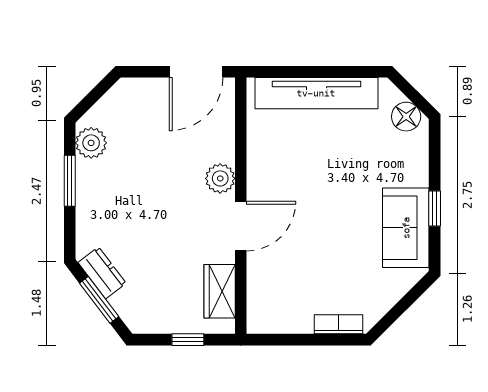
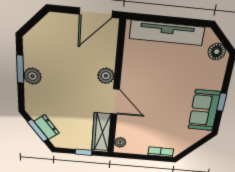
plant: (91, 143) -> (33, 76), moved
door: (241, 226) -> (115, 102), hinge flipped
dresser: (102, 273) -> (47, 127), moved
wardrobe: (220, 291) -> (101, 132), width x1.50
plant: (257, 311) -> (120, 142), added

